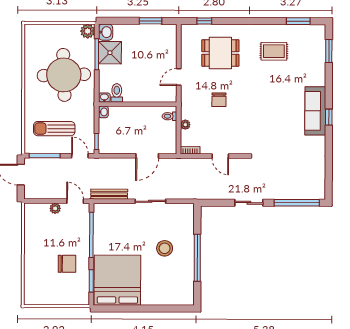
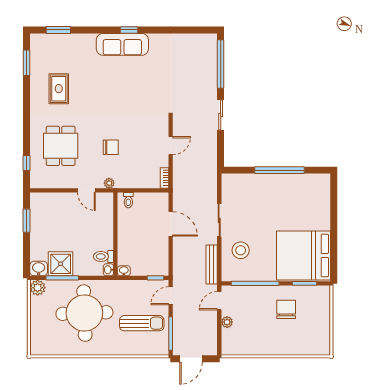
plant: (185, 125) -> (109, 183), moved
sun lounger: (54, 129) -> (142, 323), turned -90
stool: (165, 248) -> (241, 250), moved

